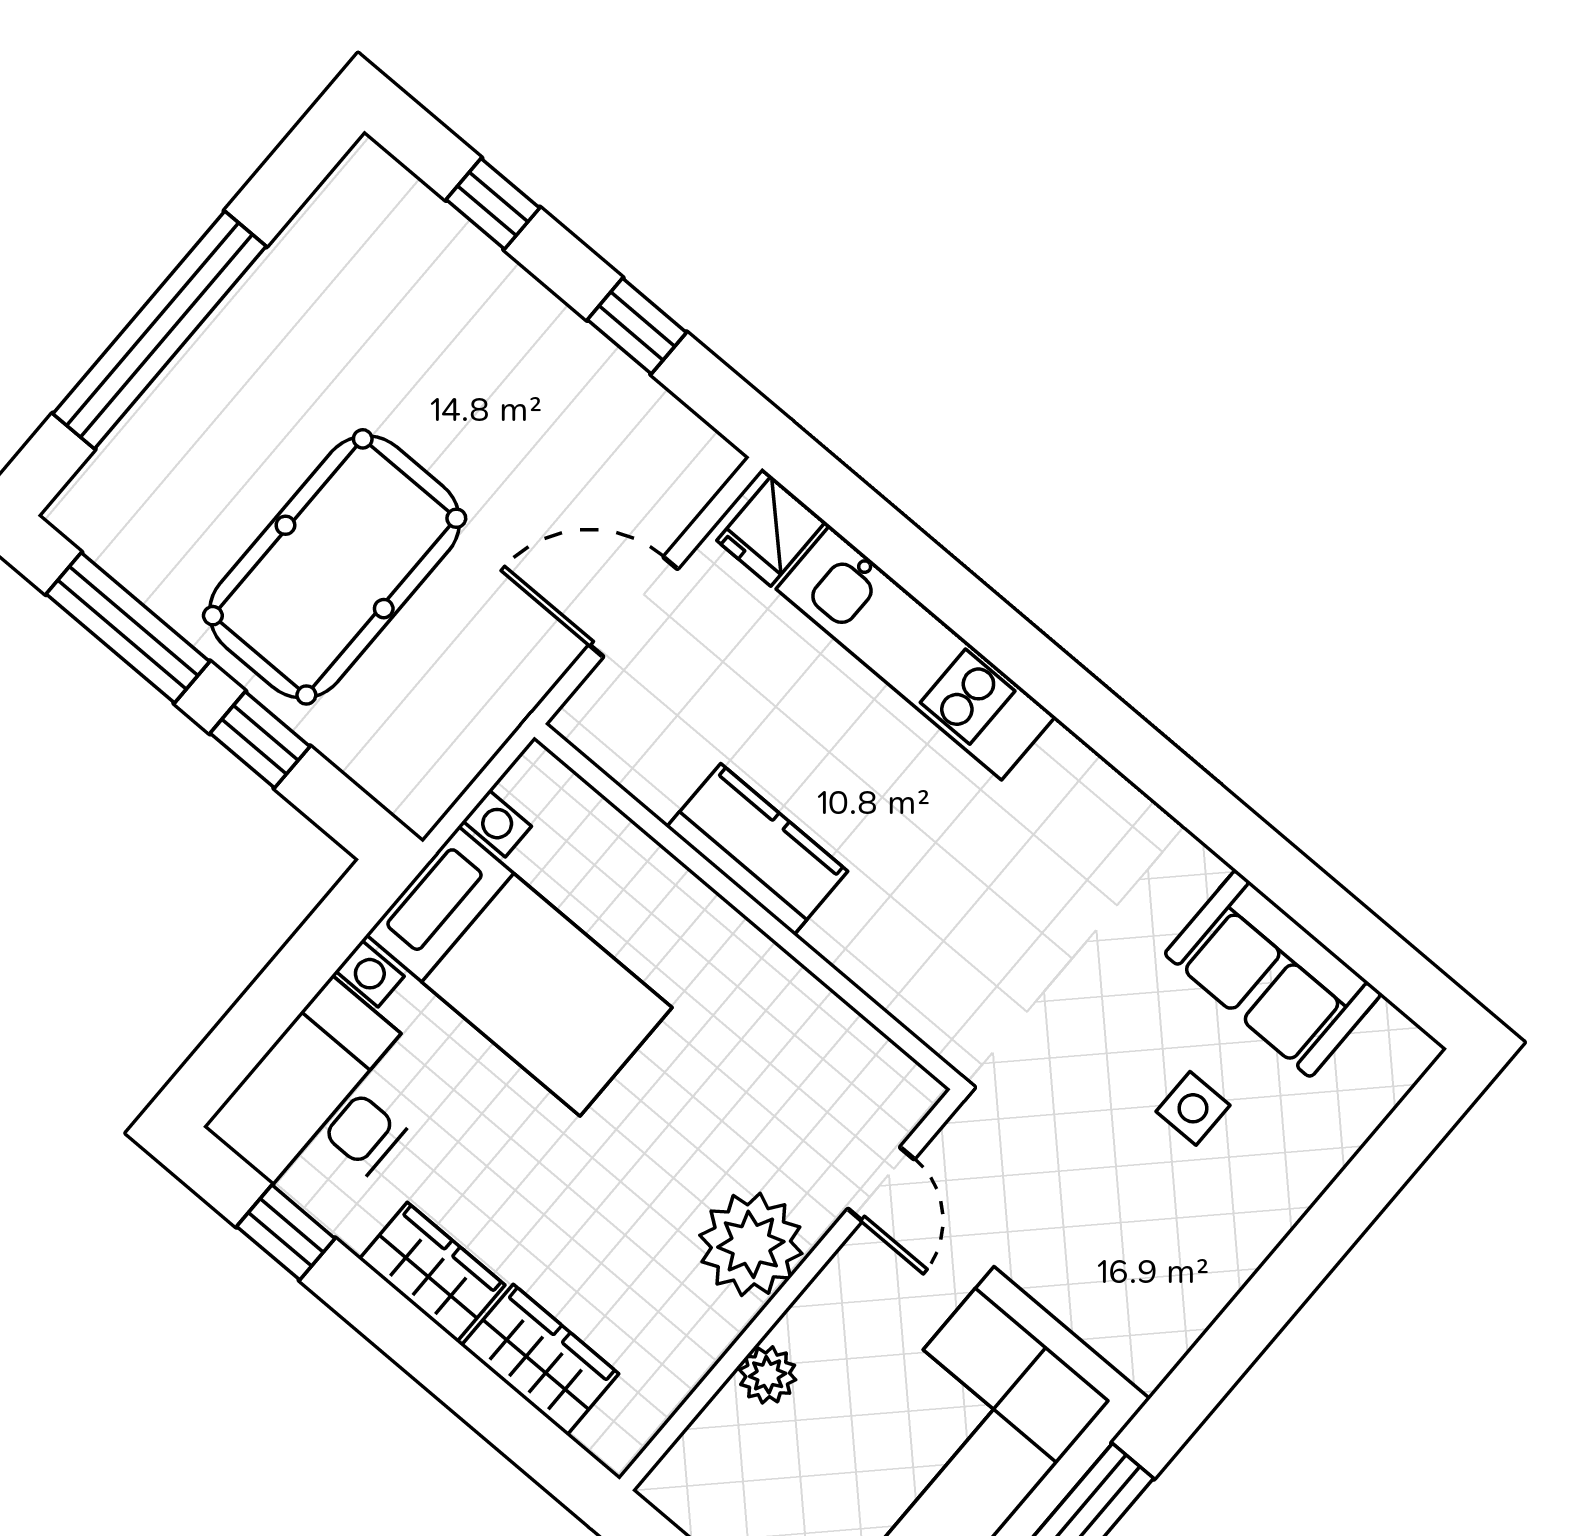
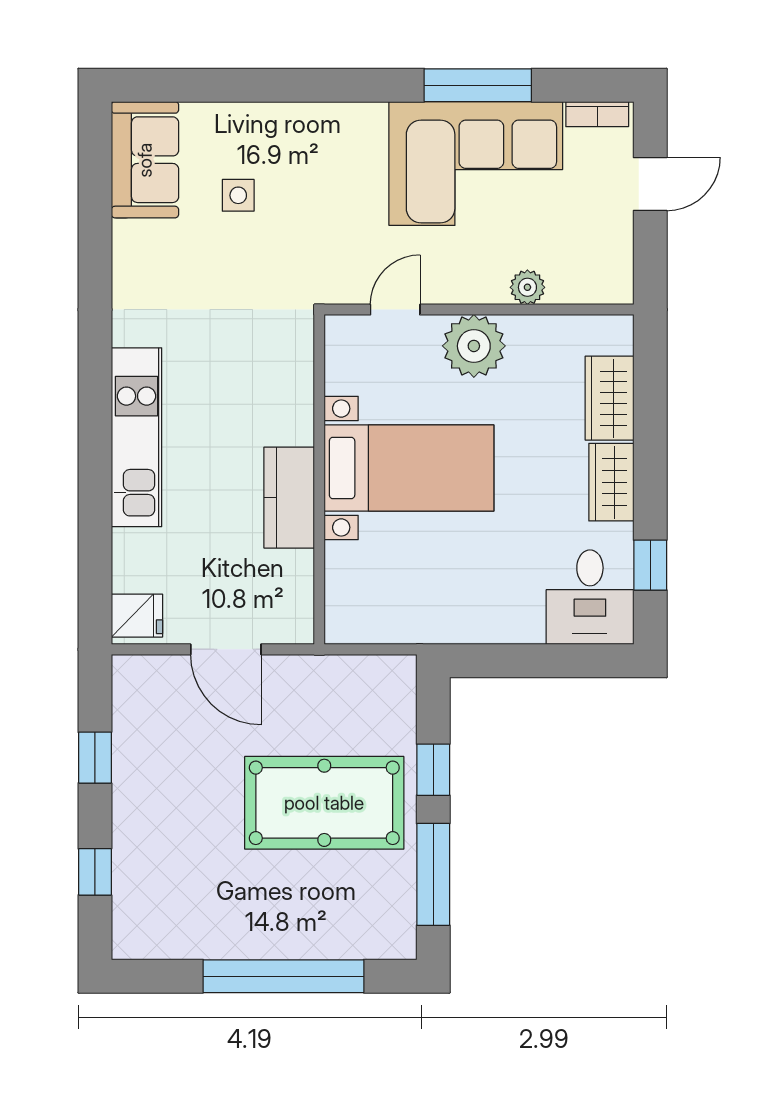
kitchen unit: (916, 653) -> (137, 437), moved
bed with nightstands: (519, 971) -> (409, 468), moved, turned 90
sofa: (1273, 974) -> (145, 160), moved
desk: (327, 1101) -> (590, 597), width x0.73

